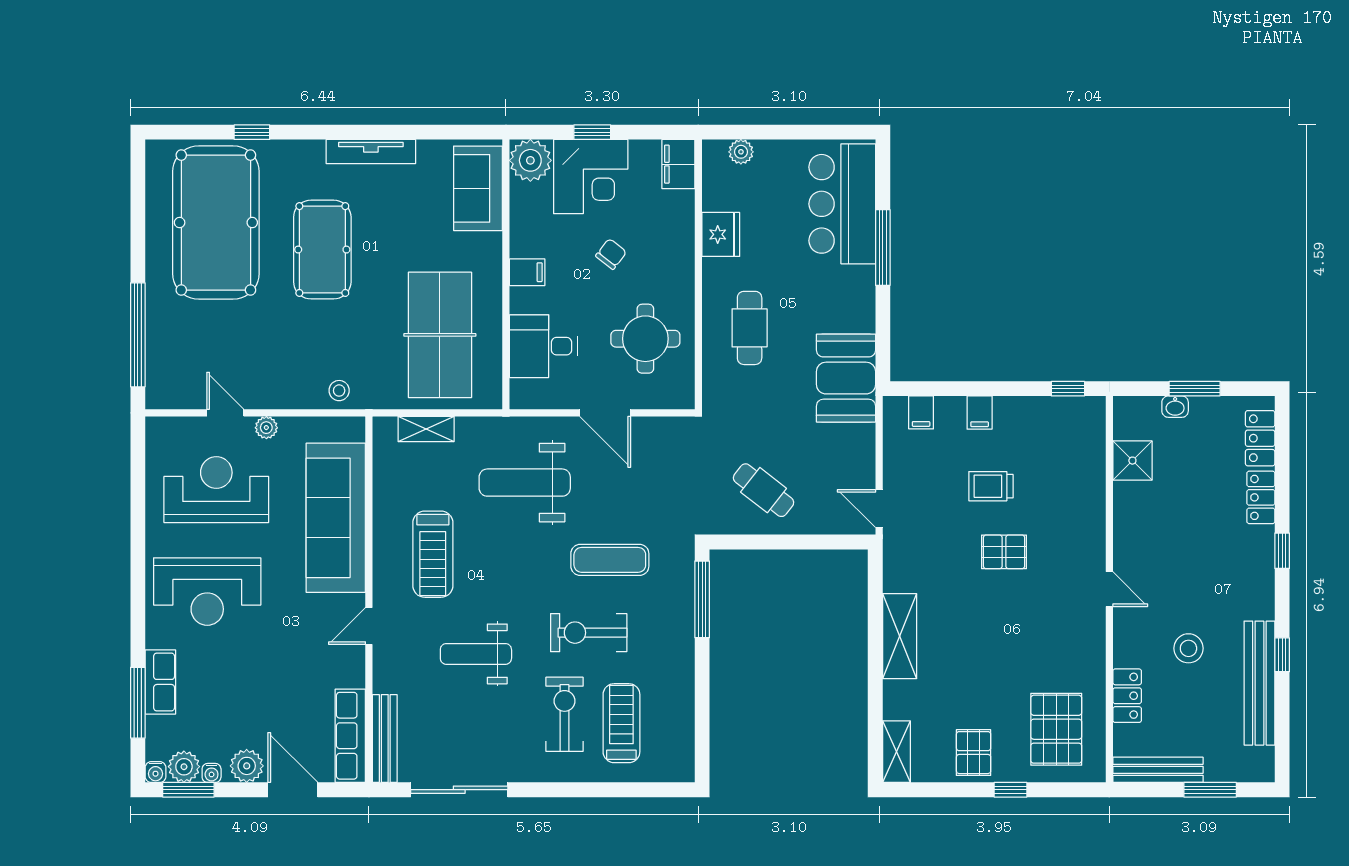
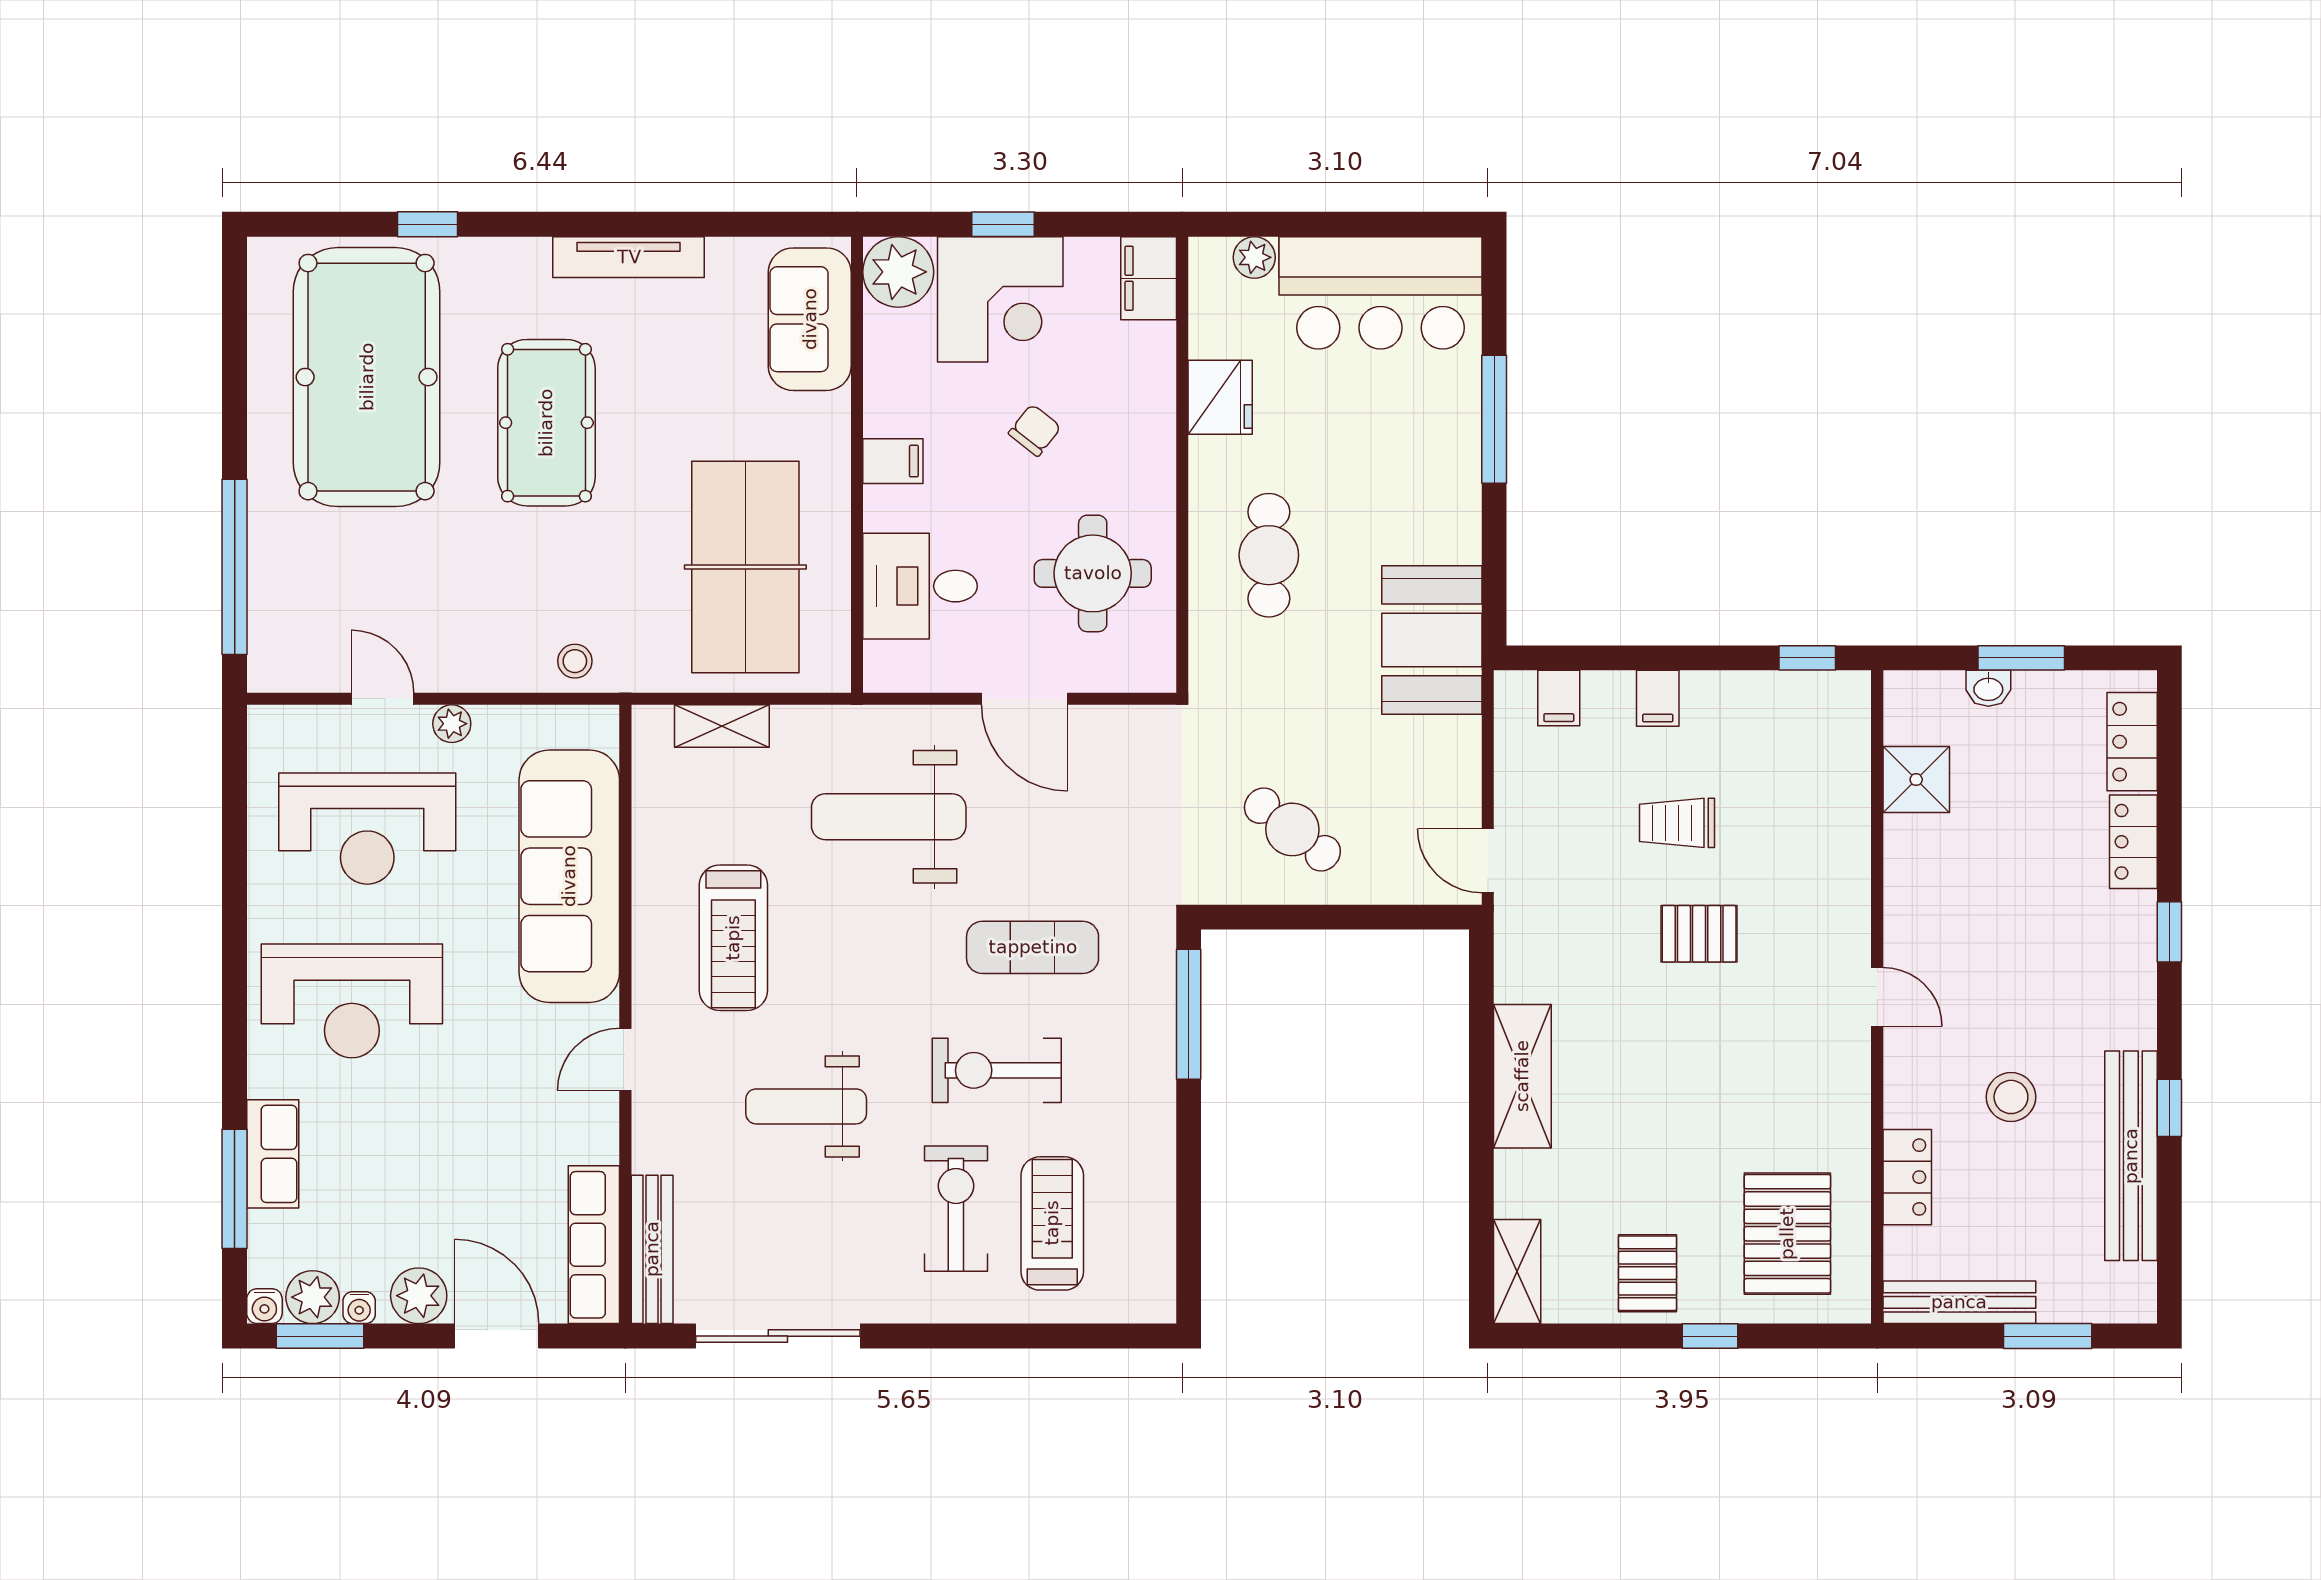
bar counter: (842, 204) -> (1380, 293), moved, turned -90
reception desk: (216, 490) -> (367, 829), turned 180

